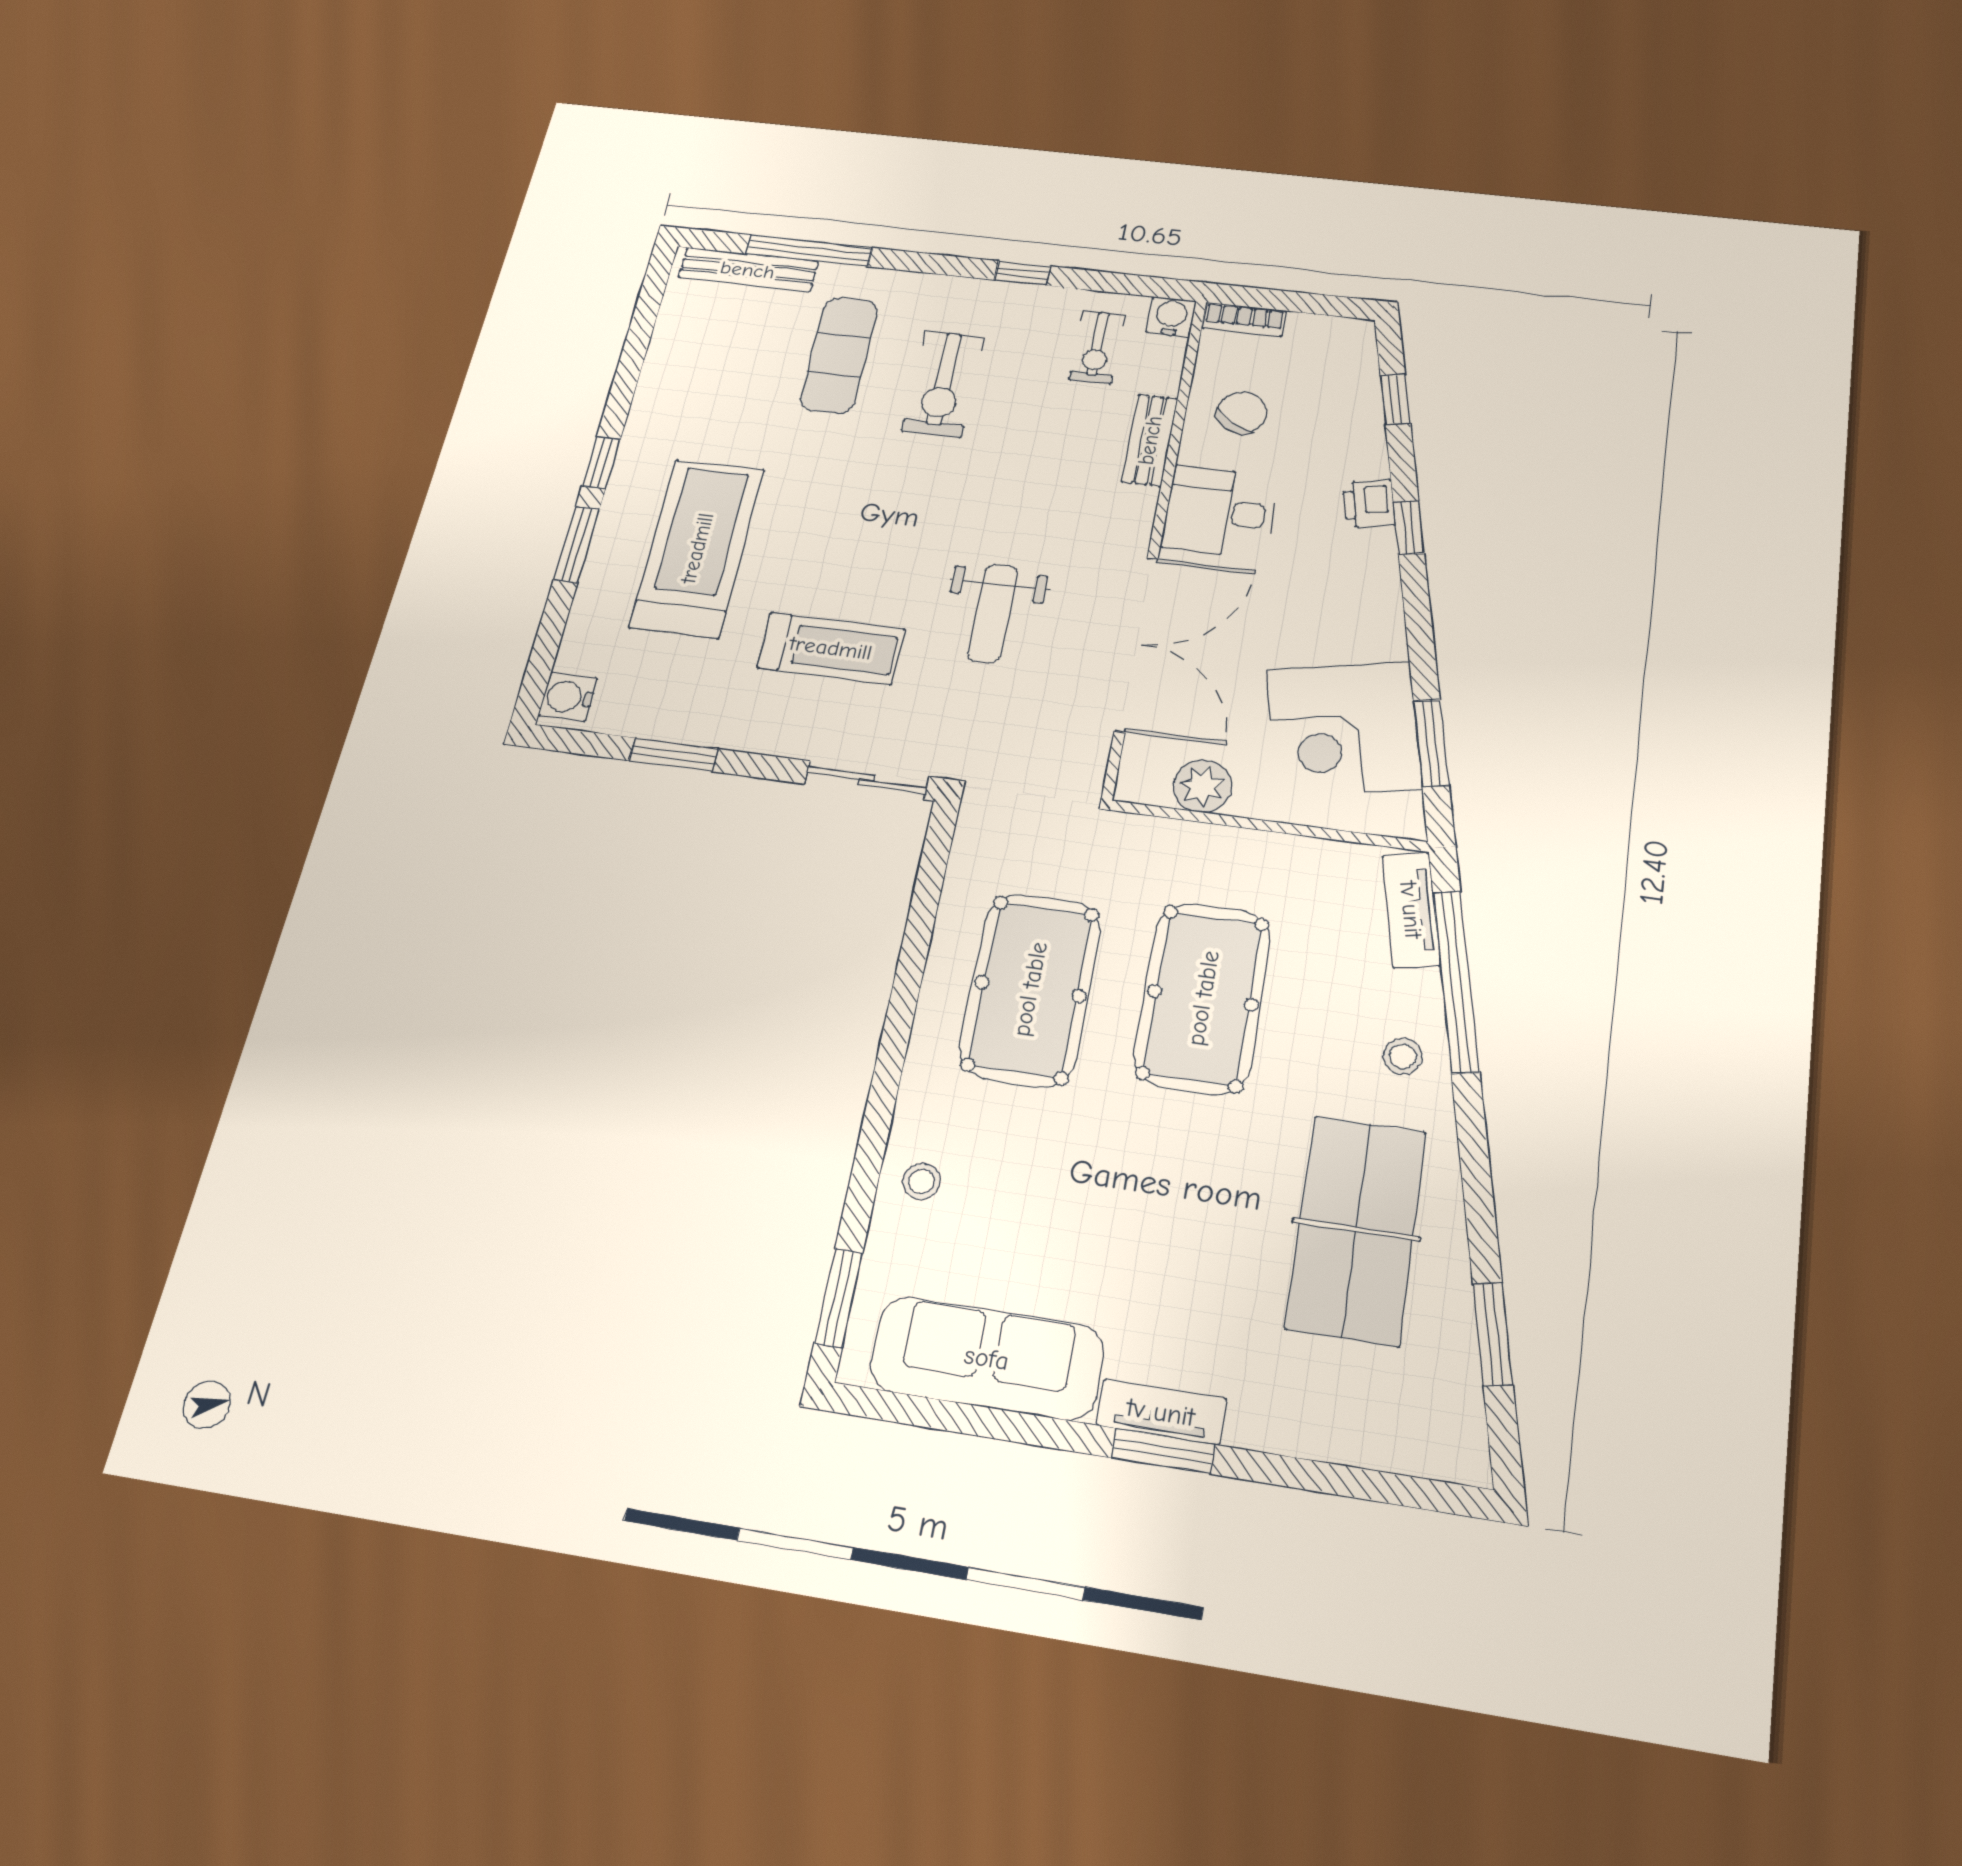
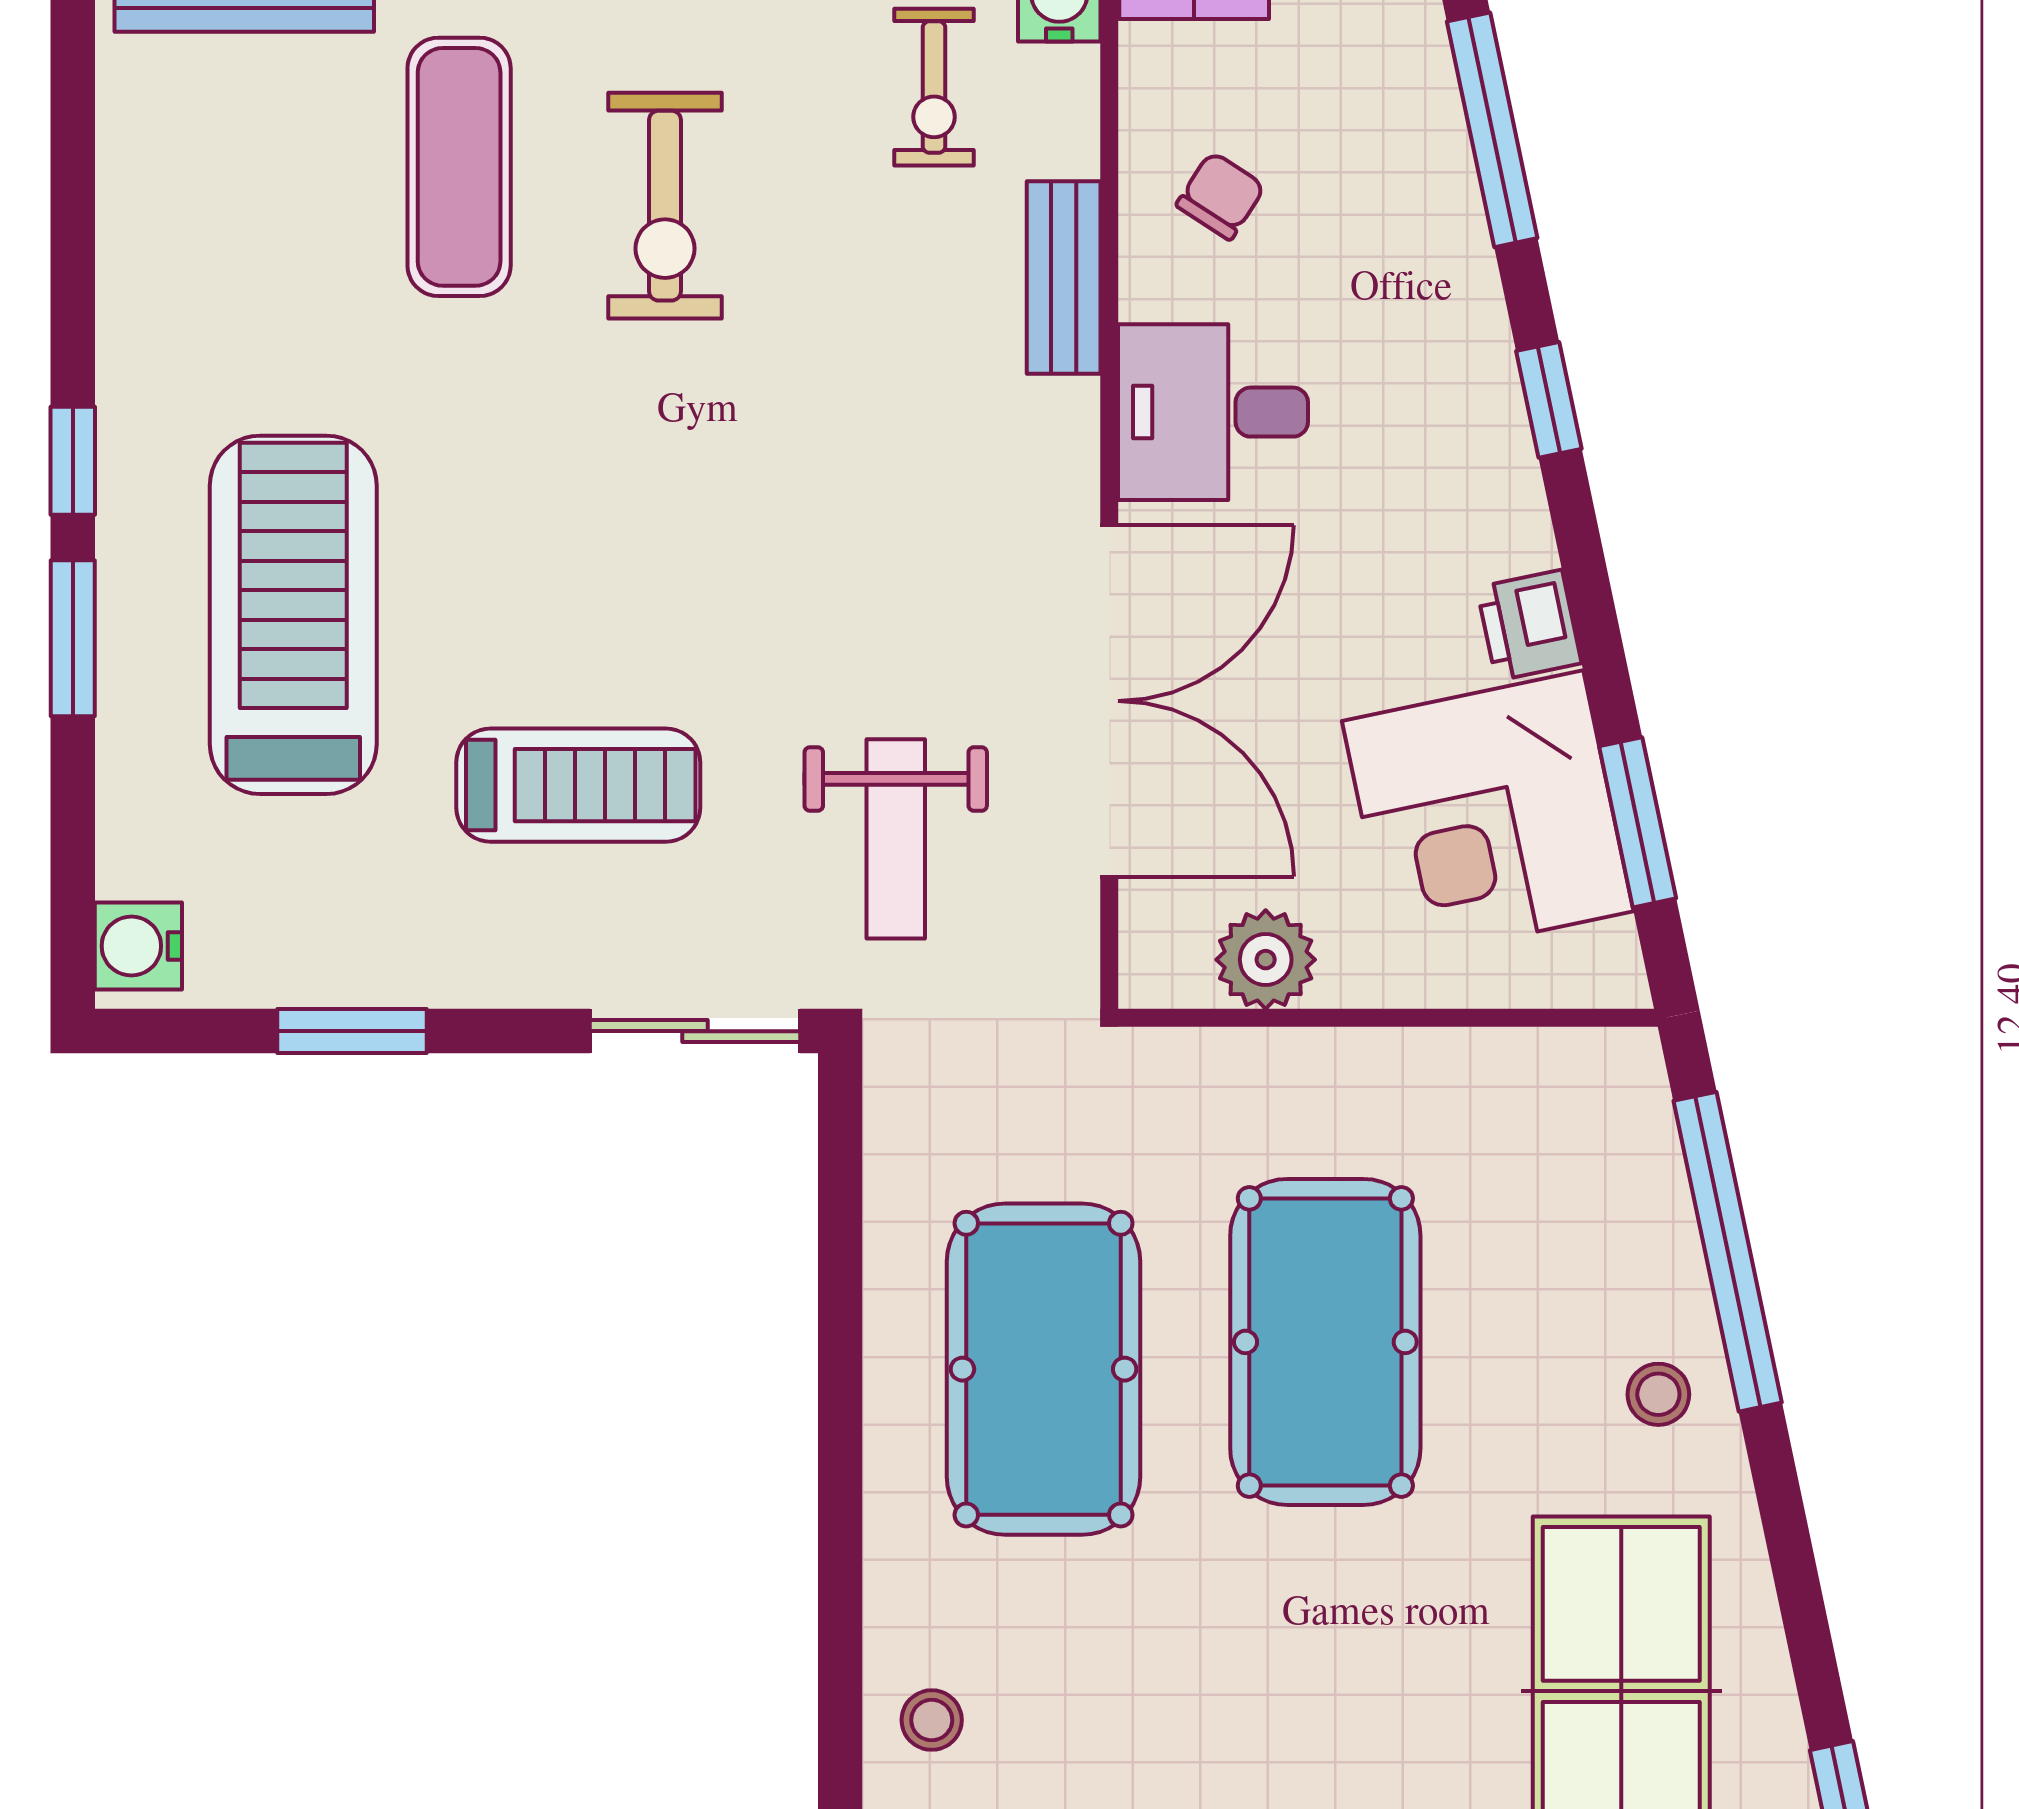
window: (1395, 399) -> (1492, 130), width x2.17
chair: (1242, 413) -> (1221, 196), width x0.73, depth x0.73
printer: (1369, 504) -> (1529, 625), moved
weight bench: (993, 613) -> (896, 839), moved
tv unit: (1411, 910) -> (1641, 1136), removed

